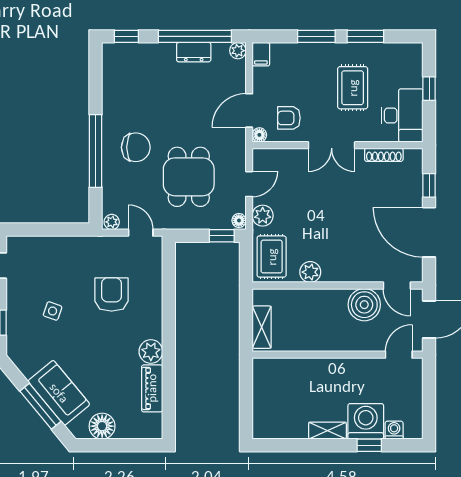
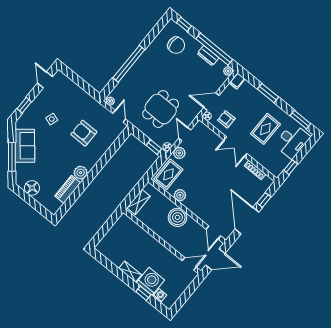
window: (365, 36) -> (300, 120), moved
window: (429, 89) -> (291, 167), moved
desk: (402, 115) -> (292, 141), moved
chair: (136, 147) -> (176, 45), moved
door: (249, 184) -> (185, 134), swing flipped
armchair: (112, 295) -> (84, 133), turned -90
boiler: (364, 305) -> (178, 217), moved
sofa: (59, 393) -> (25, 146), moved

